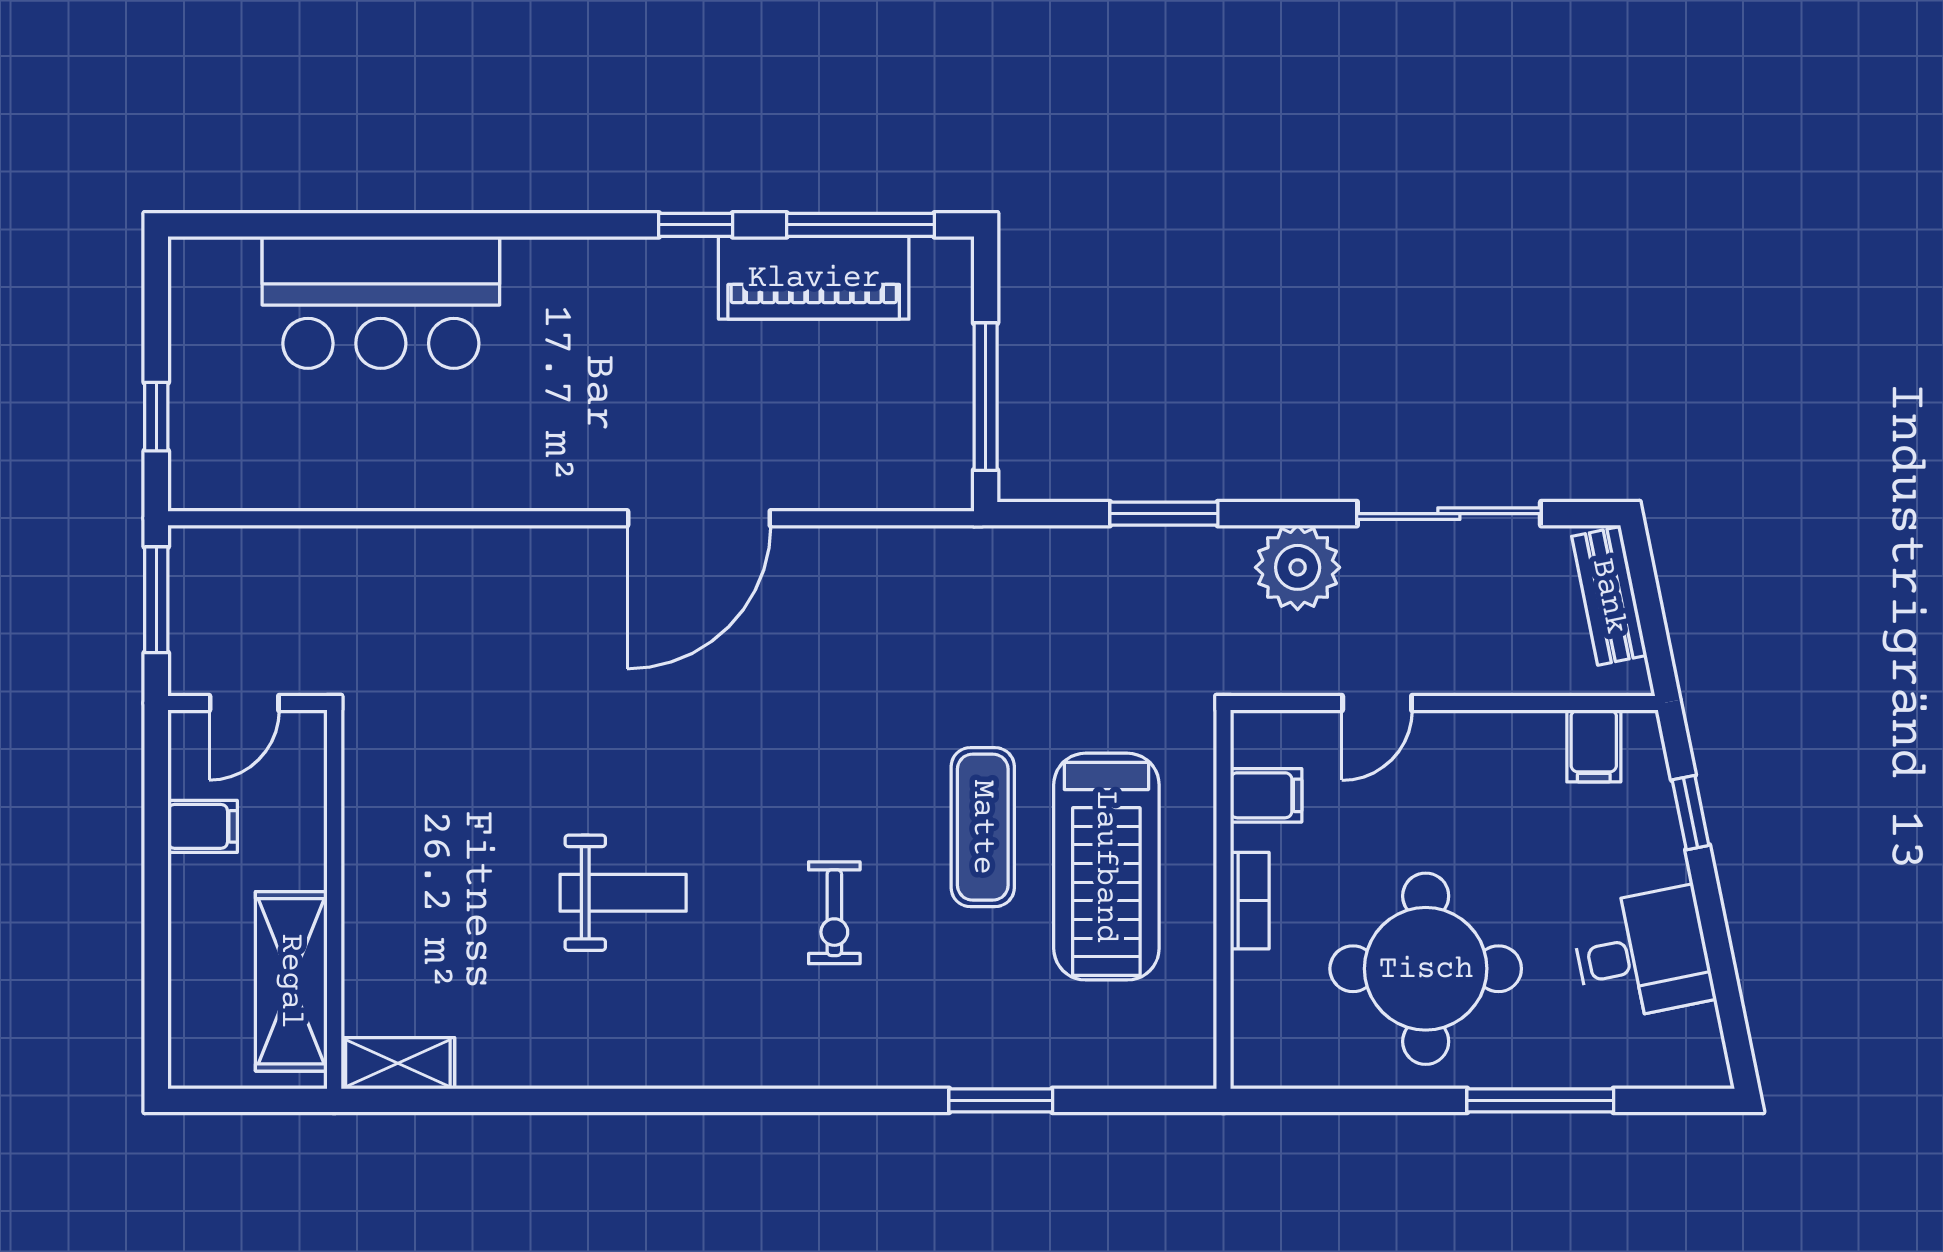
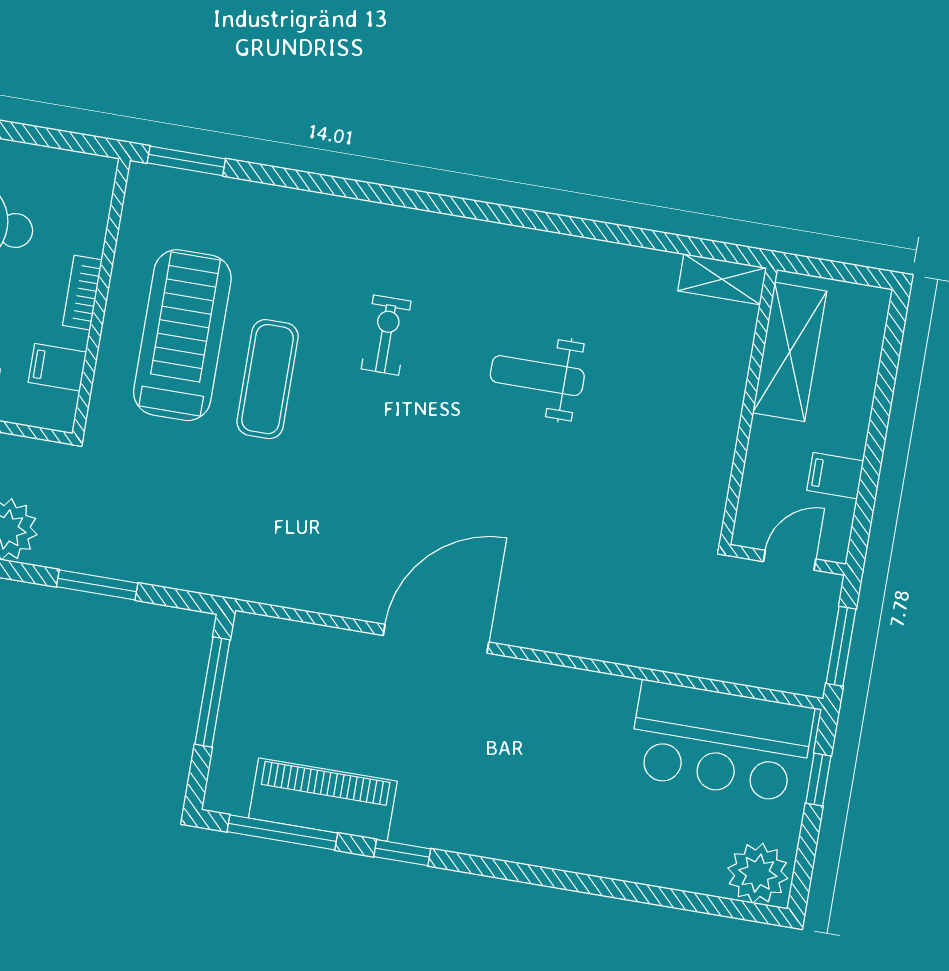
plant: (216, 278) -> (758, 873), added
bar counter: (381, 302) -> (721, 742), moved, turned 180
window: (1001, 1100) -> (186, 161), moved

